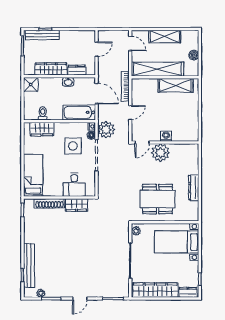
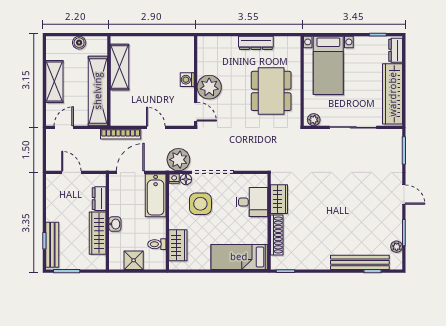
washbasin: (68, 82) -> (115, 224), moved
shower: (31, 84) -> (134, 260), moved

